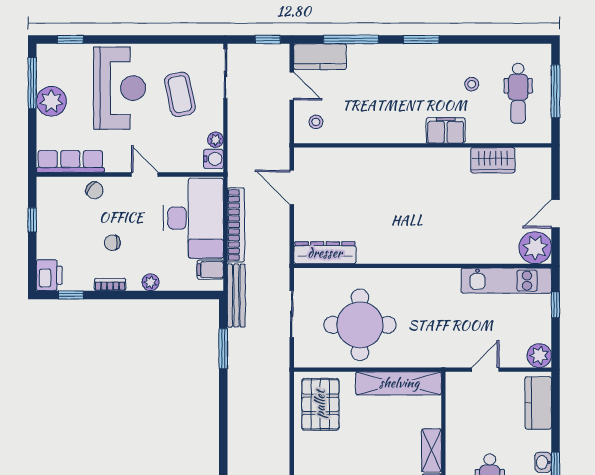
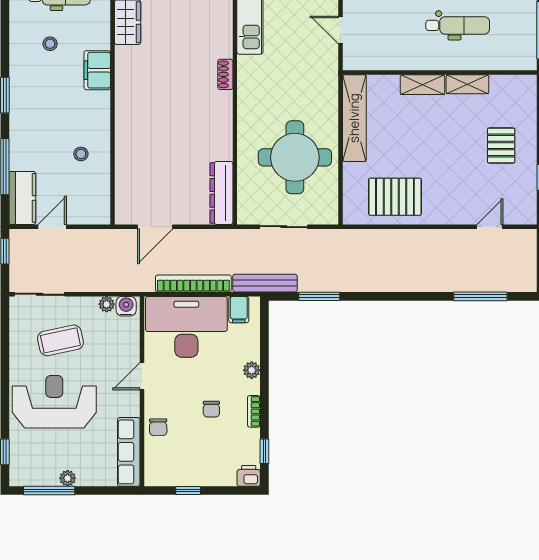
plant: (51, 101) -> (68, 478), width x0.53, depth x0.53
stool: (316, 122) -> (81, 154), moved
chair: (95, 190) -> (158, 427), turned 142
shoe rack: (442, 256) -> (225, 74), added
printer: (49, 275) -> (249, 476), width x0.73, depth x0.81
pallet: (320, 404) -> (395, 197), moved

